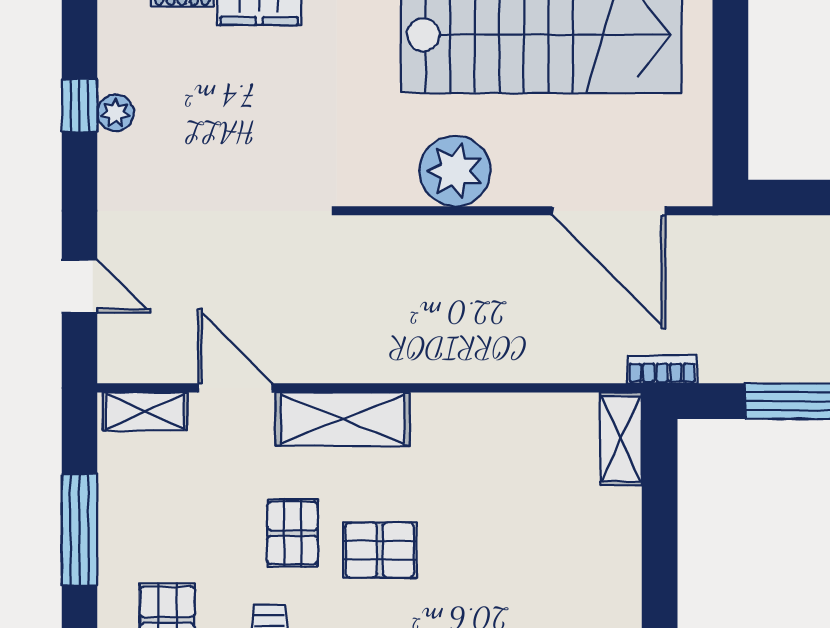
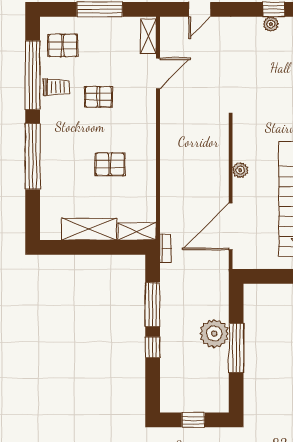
plant: (455, 171) -> (240, 170), width x0.53, depth x0.53
shelving: (343, 419) -> (89, 229), moved, turned 90
pallet: (380, 550) -> (110, 164), moved, turned 90

